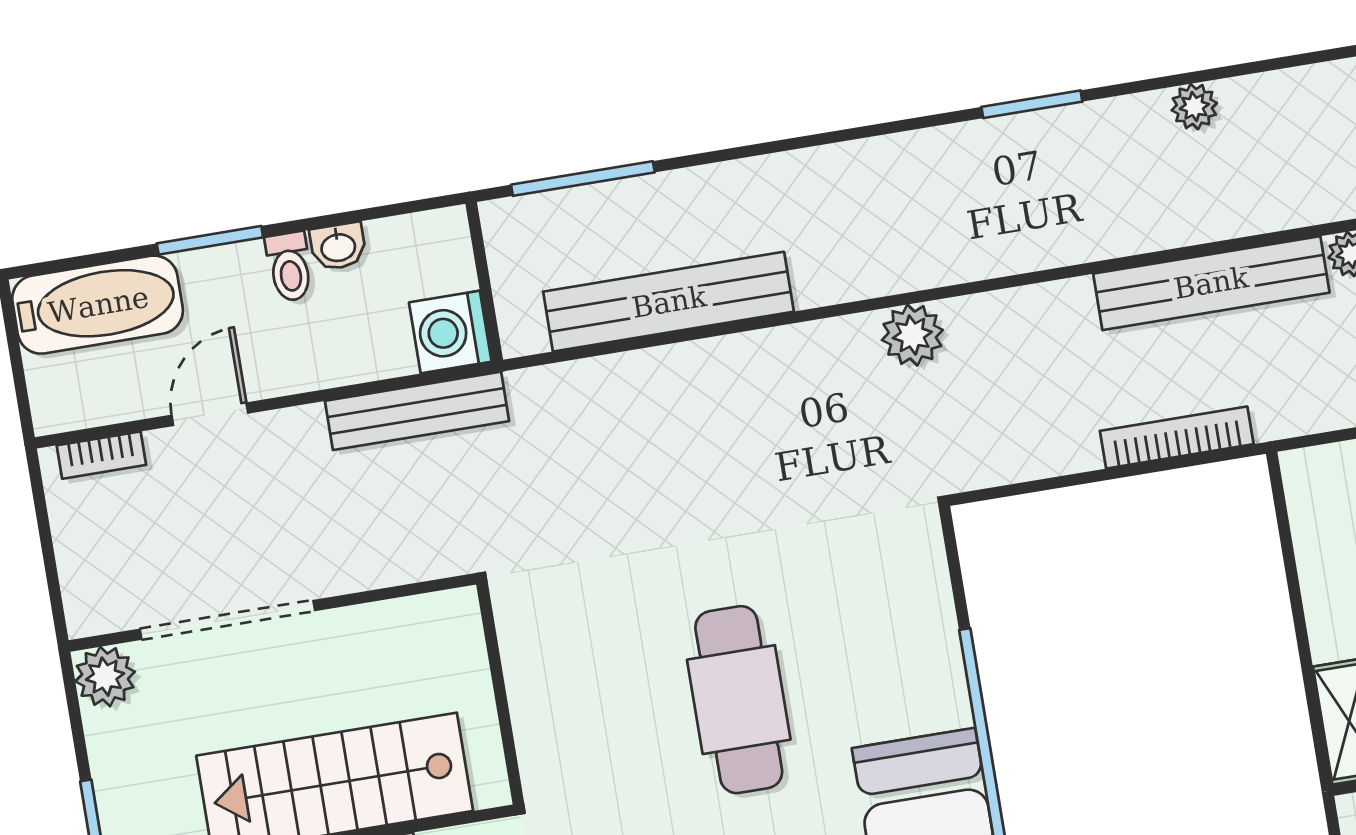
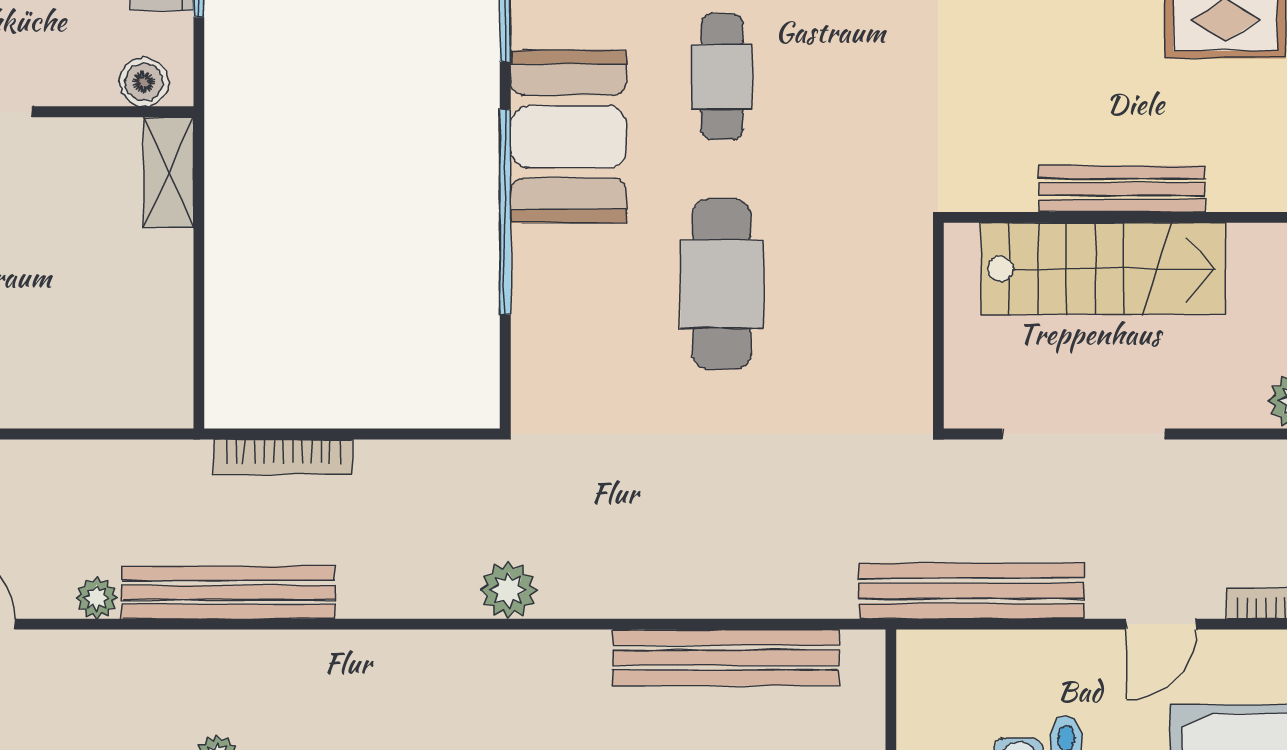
washing machine: (450, 332) -> (929, 663), removed
bench: (417, 411) -> (972, 591), width x1.37, depth x1.21
doorway: (227, 620) -> (1084, 434), moved

